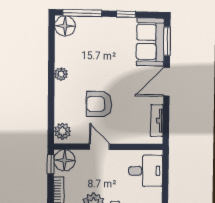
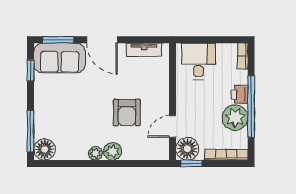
window: (126, 14) -> (30, 70), moved
plant: (62, 131) -> (113, 151), moved
door: (99, 147) -> (173, 126), moved

